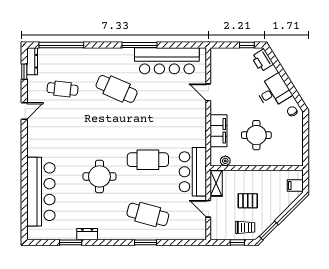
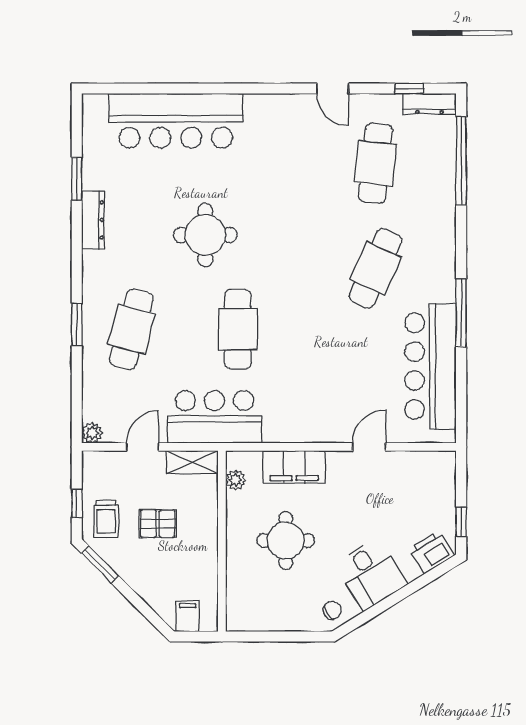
cafe table: (63, 89) -> (376, 163), width x1.37, depth x1.35
pallet: (248, 201) -> (158, 524), turned 90
dresser: (87, 234) -> (93, 220), width x1.44
plant: (201, 235) -> (92, 433), added

